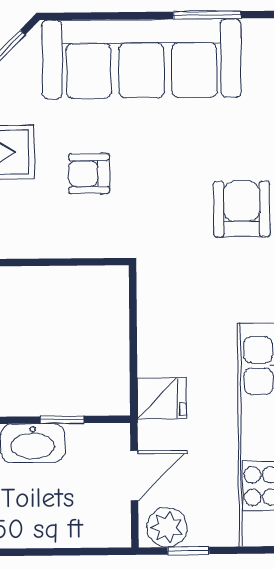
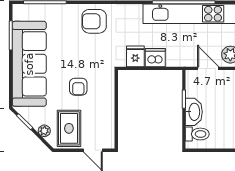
dishwasher: (158, 352) -> (155, 58), added
fridge: (162, 398) -> (135, 56), moved

